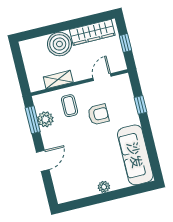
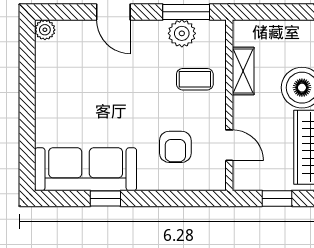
window: (141, 105) -> (105, 198), moved
armchair: (98, 114) -> (175, 147), moved
plant: (104, 187) -> (45, 30), moved

